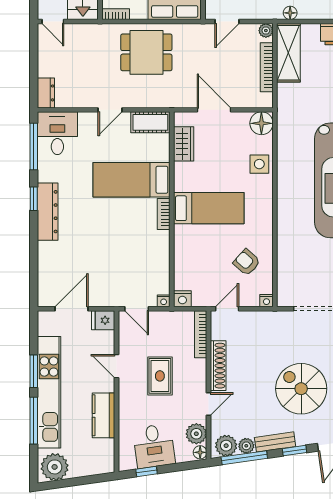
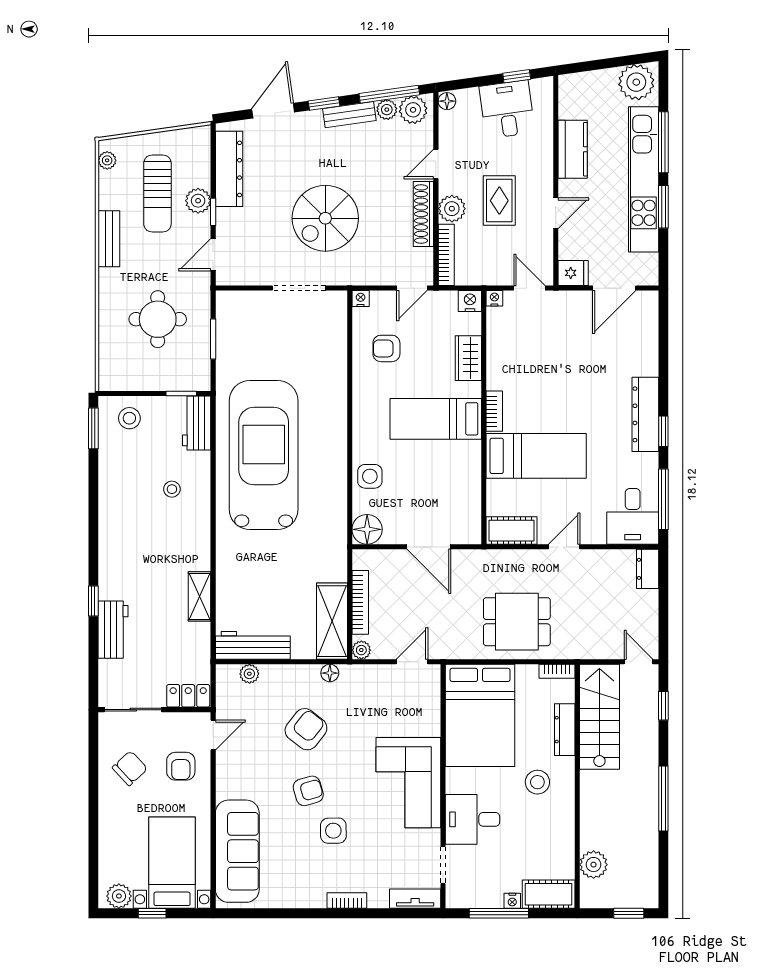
wardrobe: (184, 144) -> (468, 358), moved
armchair: (247, 262) -> (386, 348), turned 138
door: (117, 366) -> (556, 213), hinge flipped
spiral stairs: (301, 389) -> (325, 218), moved, turned 90
plant: (196, 434) -> (452, 209), moved

